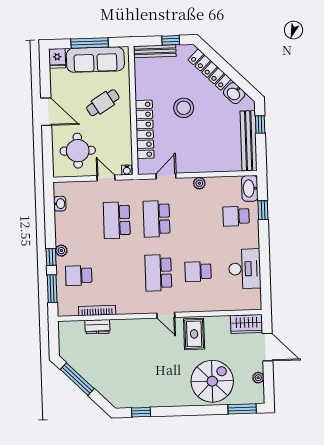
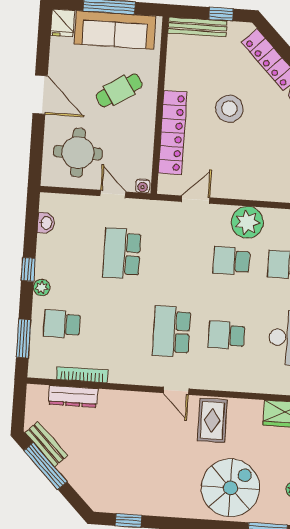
plant: (199, 183) -> (247, 222), width x1.87, depth x1.87
school desk: (157, 219) -> (231, 261), moved, width x0.54
window: (51, 257) -> (28, 269), moved
dresser: (97, 327) -> (73, 396), width x1.44
bench: (76, 363) -> (46, 444), added

